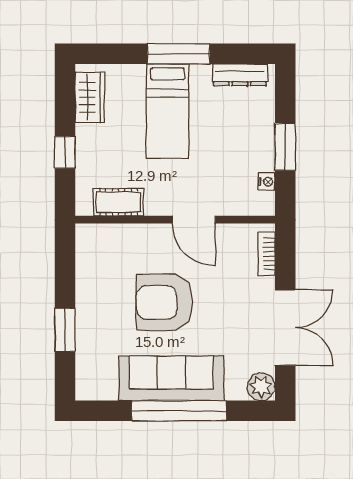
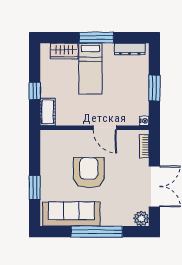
wardrobe: (90, 97) -> (64, 51), moved, turned 90
nightstand: (267, 182) -> (144, 121), moved
cot: (119, 202) -> (48, 112), moved, turned 90
armchair: (164, 302) -> (89, 173), turned 90
sofa: (171, 378) -> (71, 214), moved

